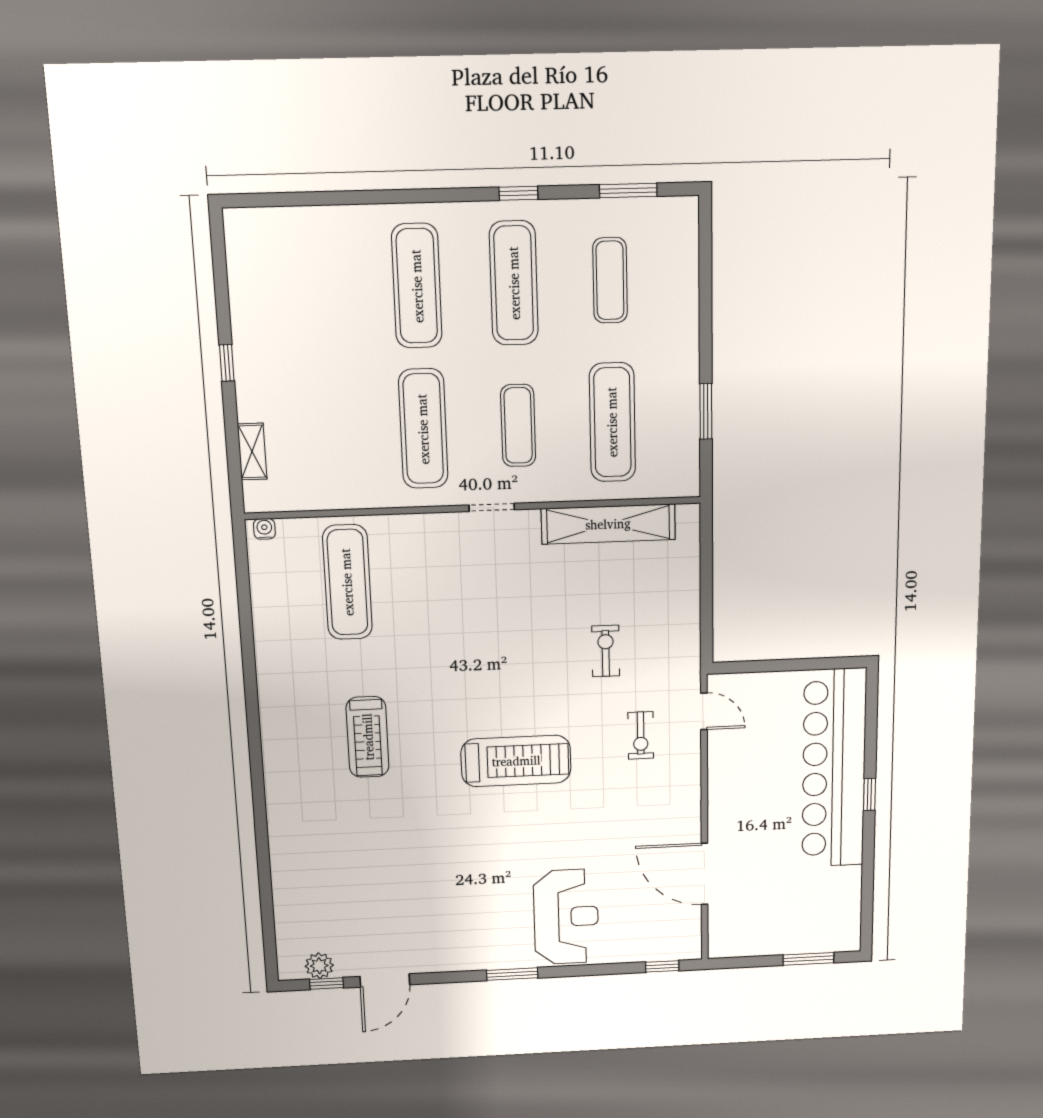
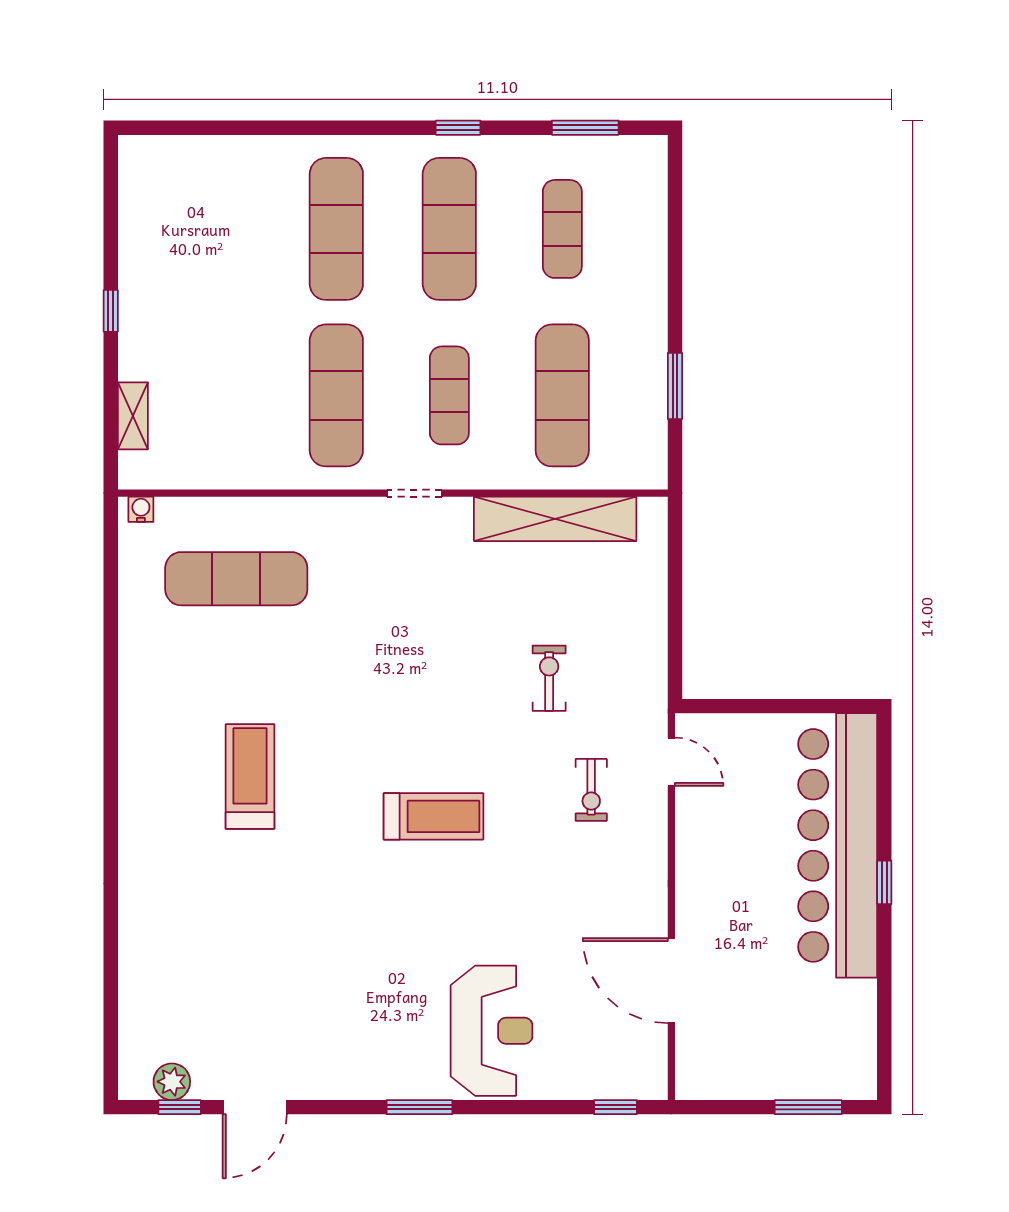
exercise mat: (347, 582) -> (236, 579), turned 90
treadmill: (368, 737) -> (250, 776), turned 180
treadmill: (516, 761) -> (434, 816), width x0.73, depth x0.73

